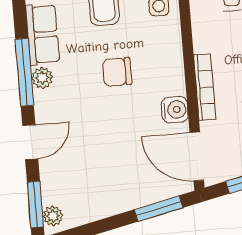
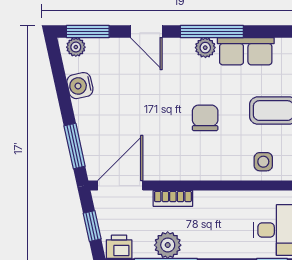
bookcase: (205, 87) -> (173, 198), width x0.64
water cooler: (175, 110) -> (80, 86), moved, turned 78

